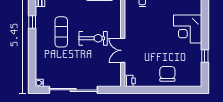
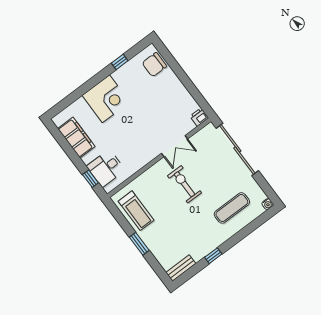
exercise mat: (61, 32) -> (232, 208), moved
chair: (167, 74) -> (154, 65), moved
sliding door: (73, 90) -> (237, 149), moved

